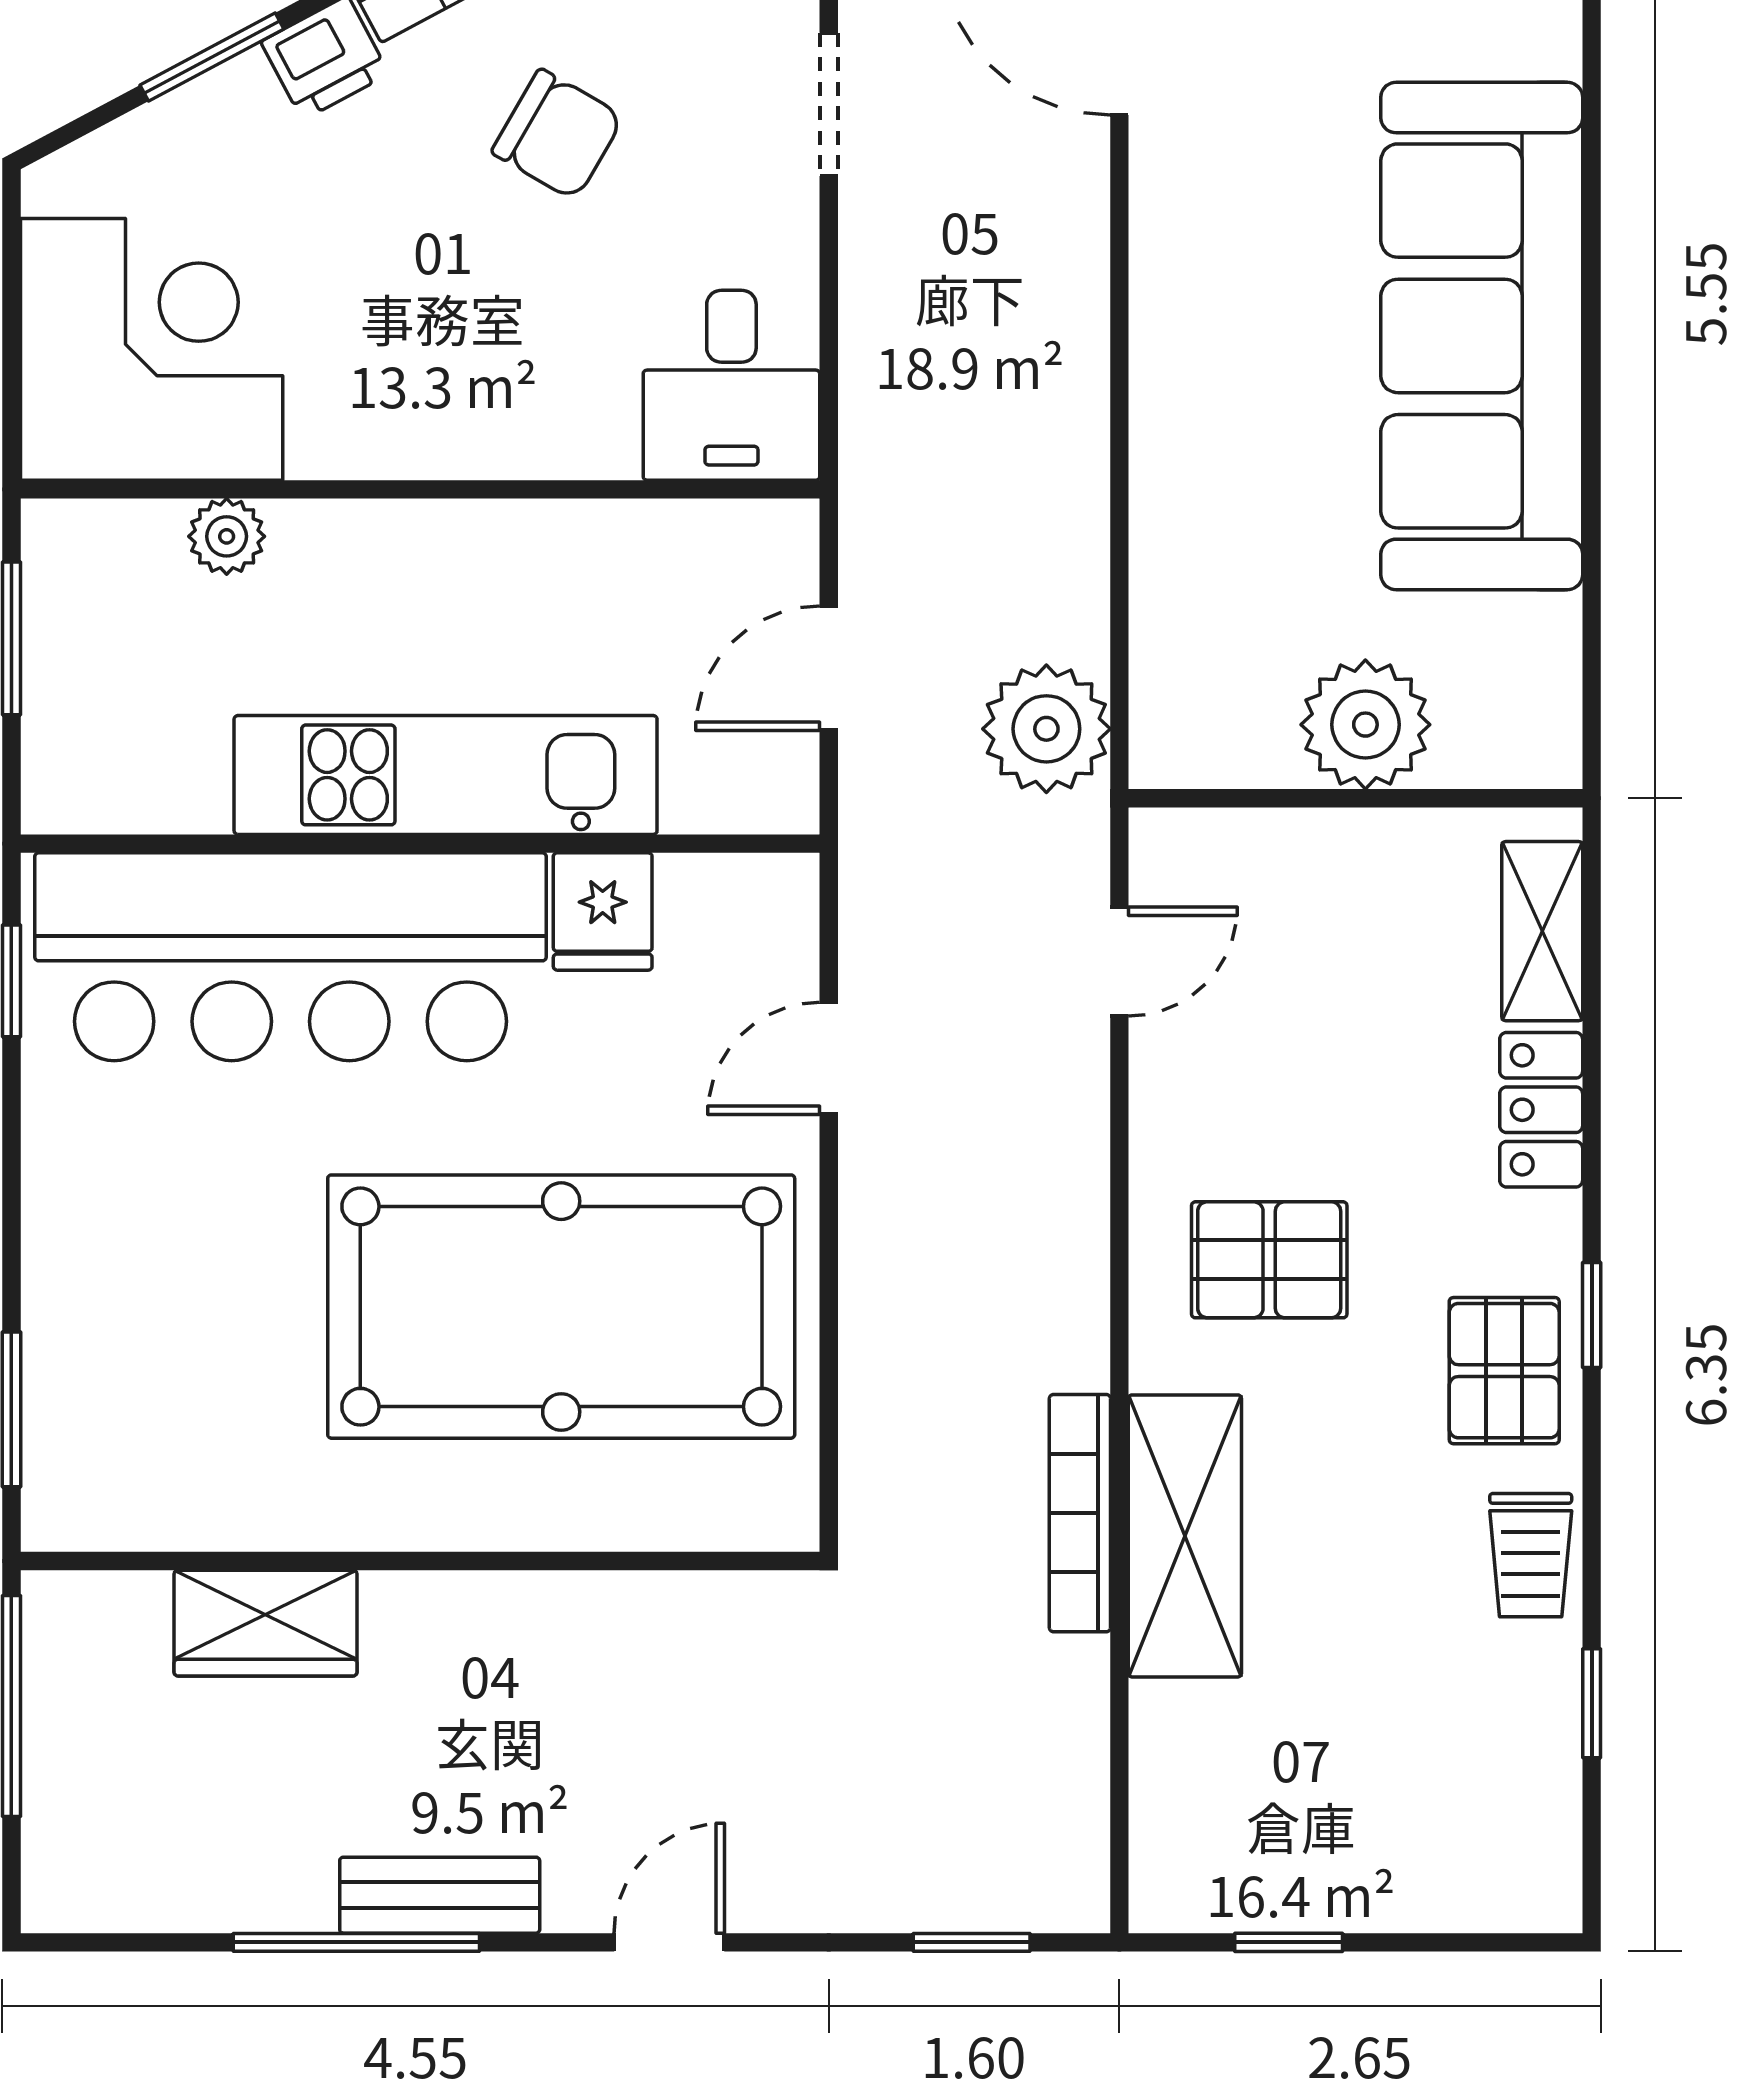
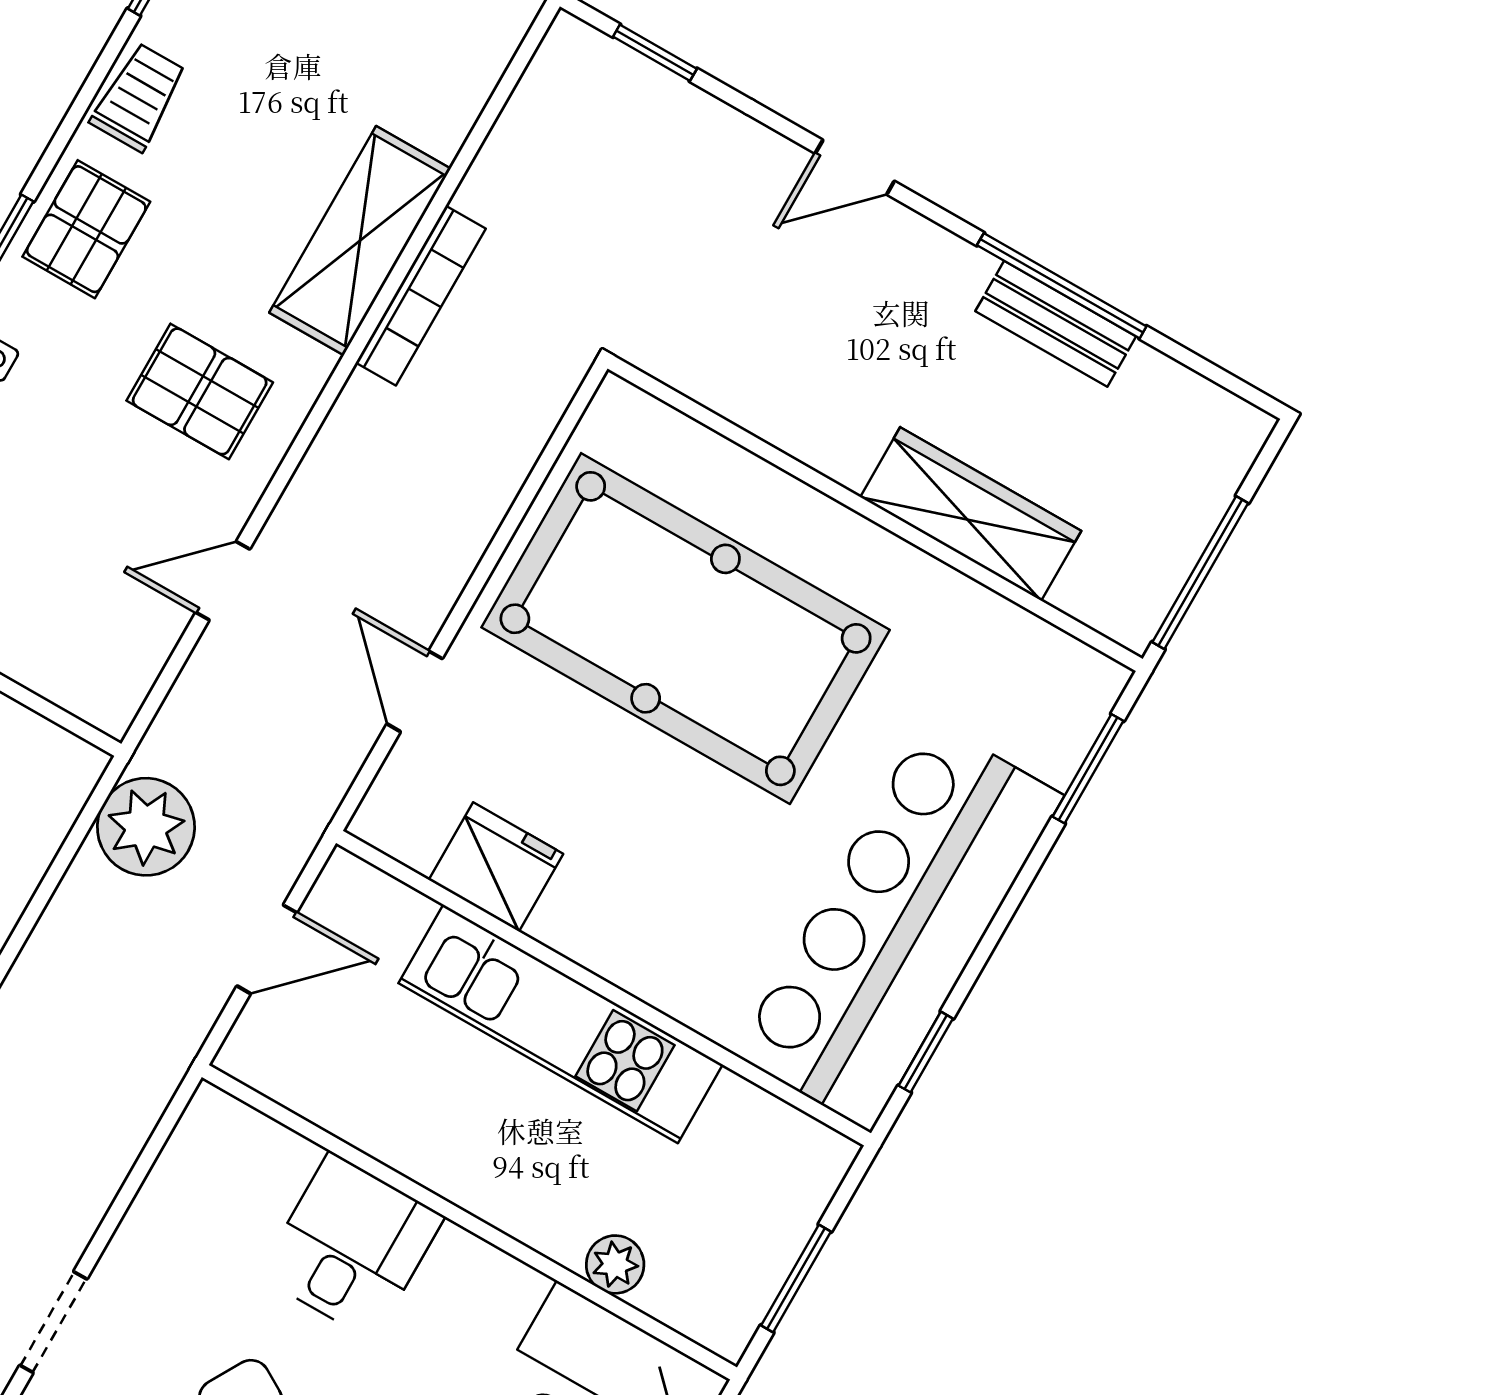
desk: (731, 385) -> (351, 1246), moved
fridge: (603, 911) -> (496, 867), width x1.38
bar counter: (291, 957) -> (899, 925), moved, turned -90
door: (1119, 962) -> (223, 581), moved
door: (829, 1058) -> (415, 691), swing flipped
wardrobe: (266, 1623) -> (971, 514), width x1.50
bench: (440, 1895) -> (1056, 324), moved

